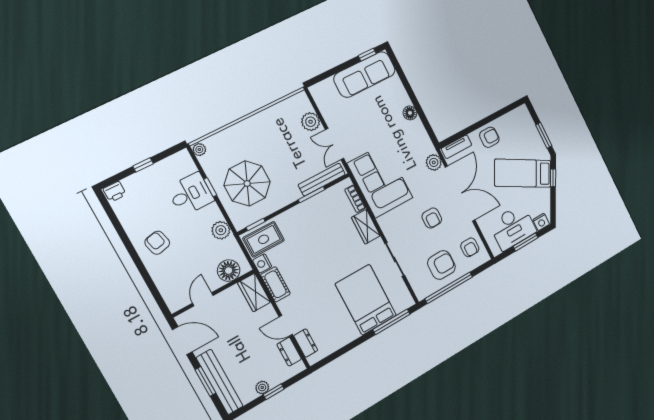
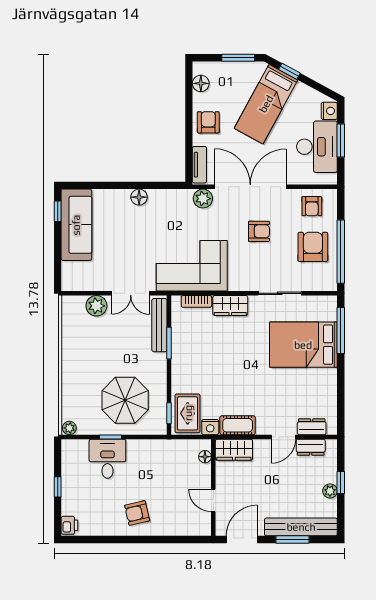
floor lamp: (513, 117) -> (201, 83), added
plant: (221, 230) -> (157, 449), removed
armchair: (470, 247) -> (312, 206), turned 90
floor lamp: (229, 271) -> (205, 457), width x0.53, depth x0.53

